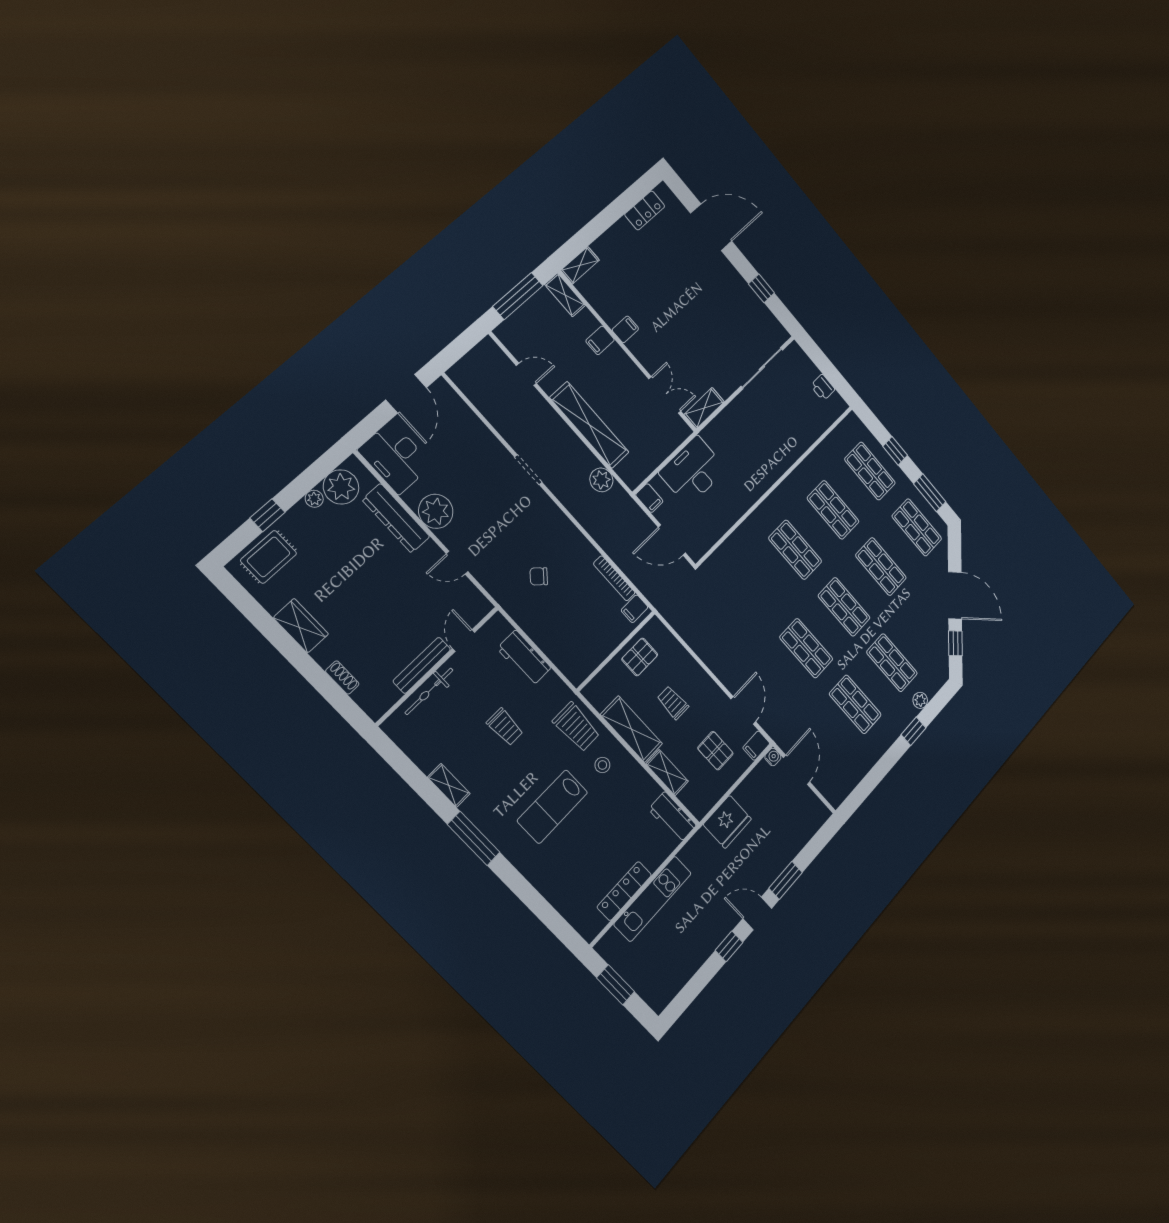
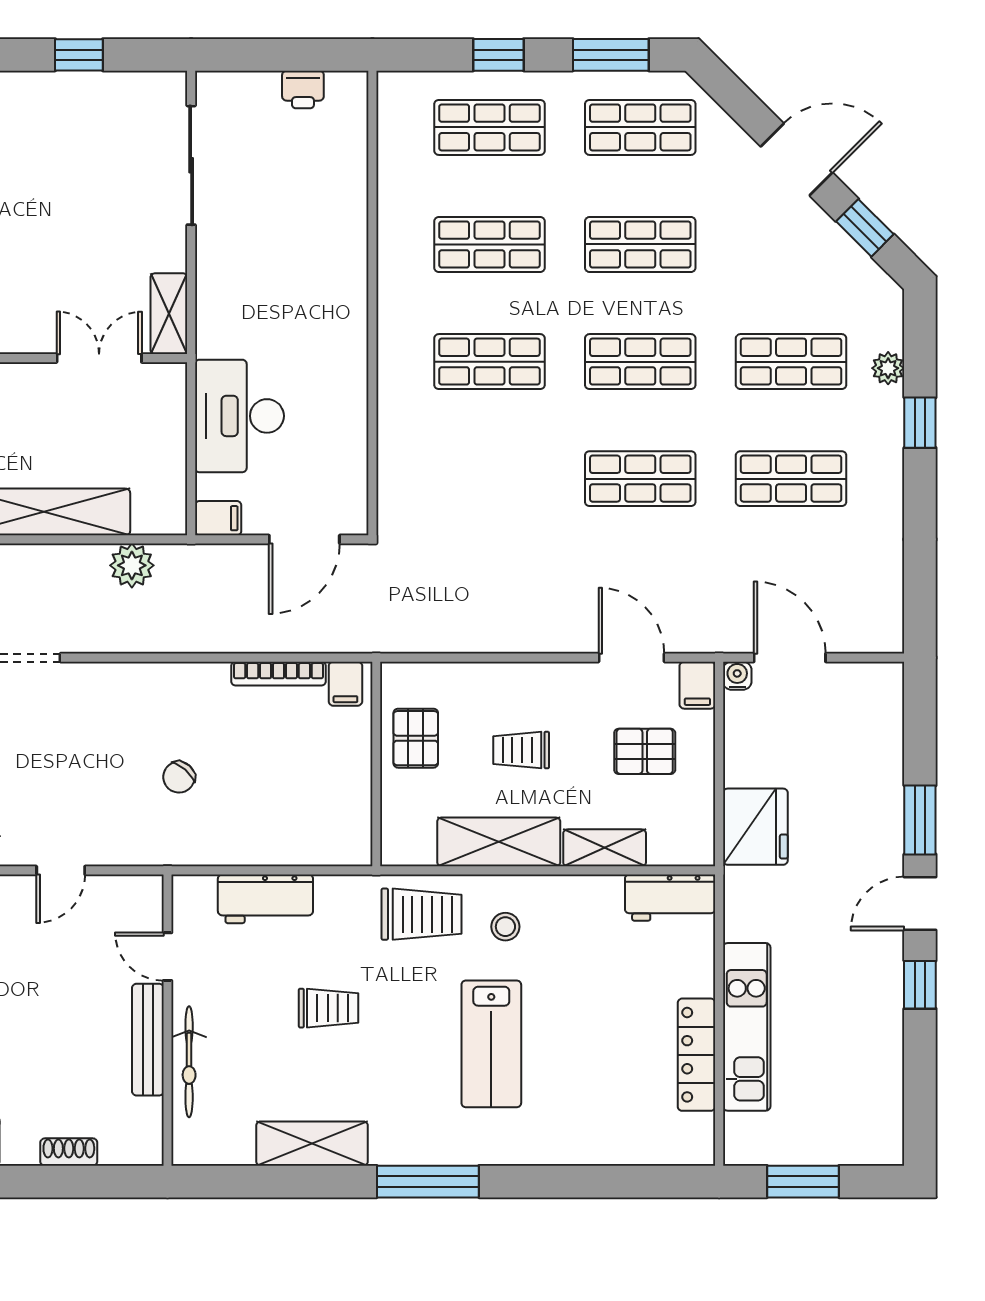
door: (955, 595) -> (797, 160), width x0.73
shelving: (449, 785) -> (312, 1144), width x1.50, depth x1.33

